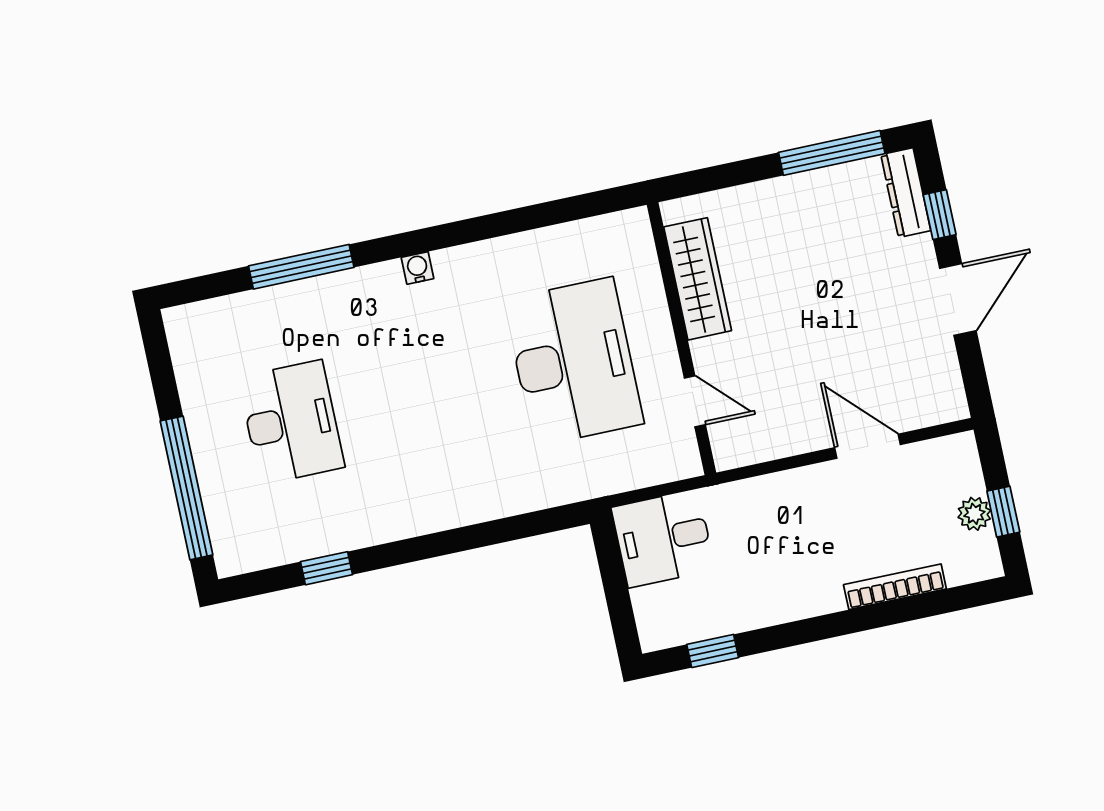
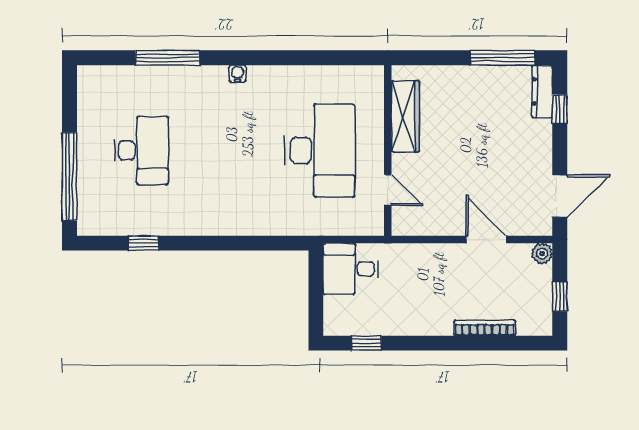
door: (958, 300) -> (560, 196), moved
plant: (974, 514) -> (542, 254), moved

